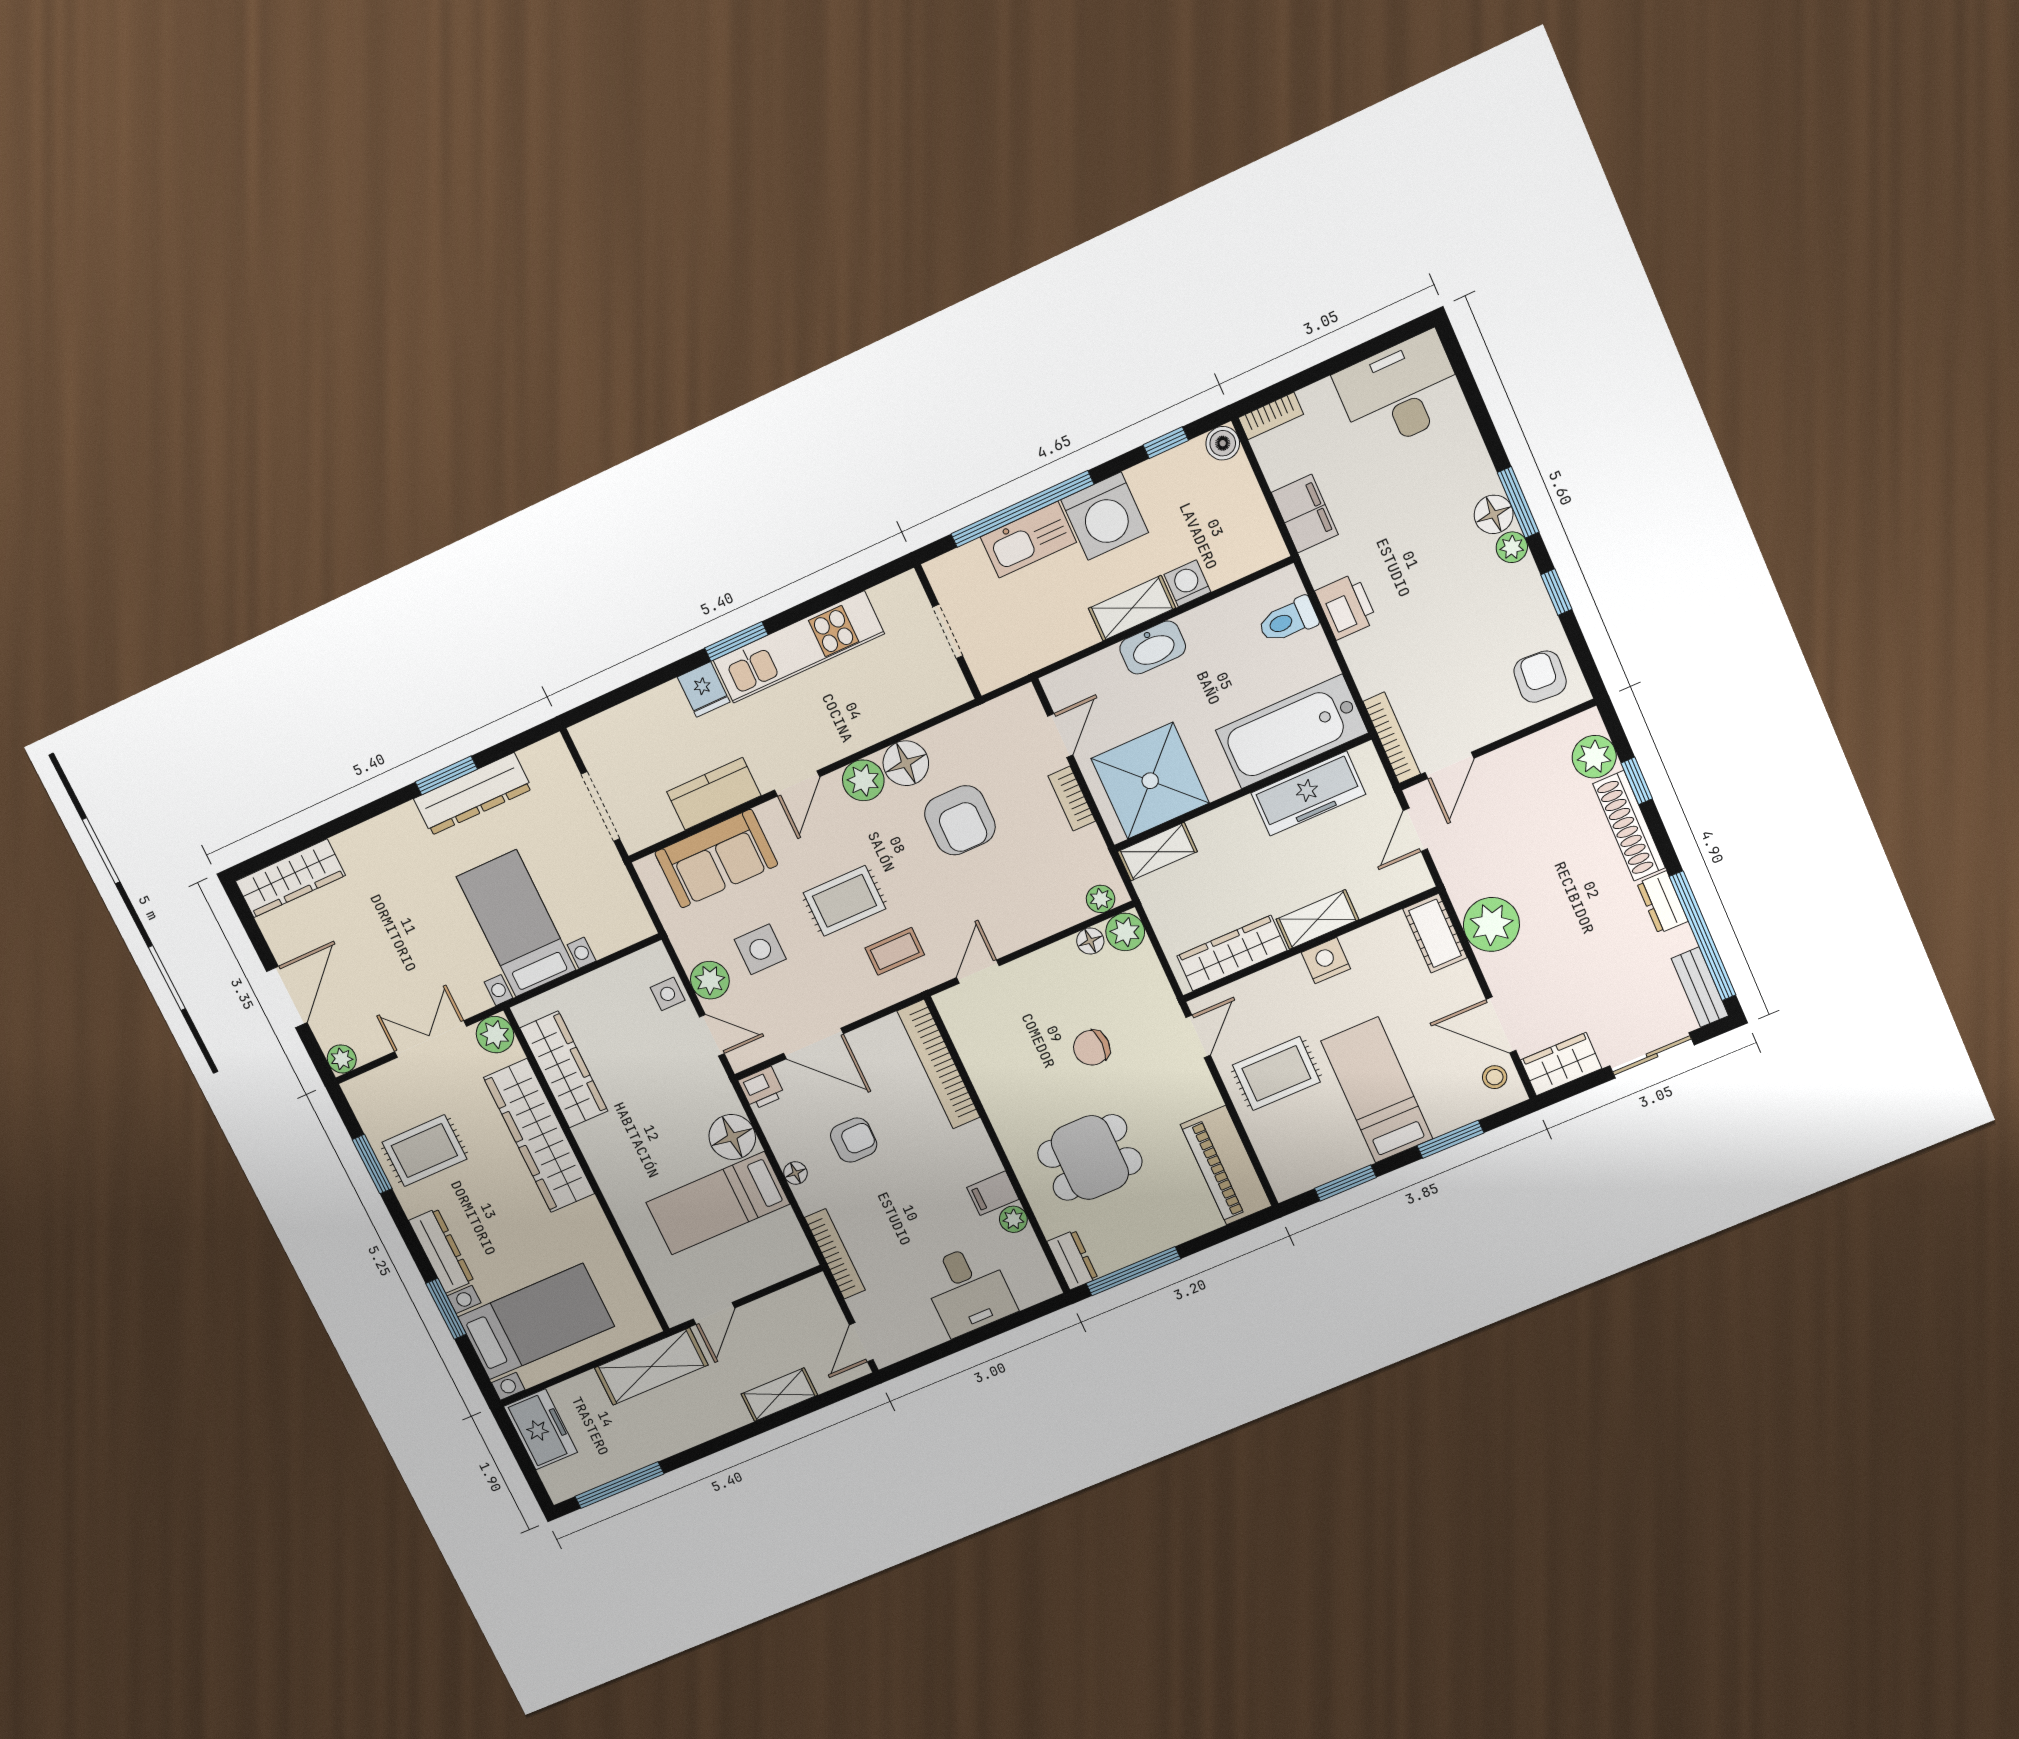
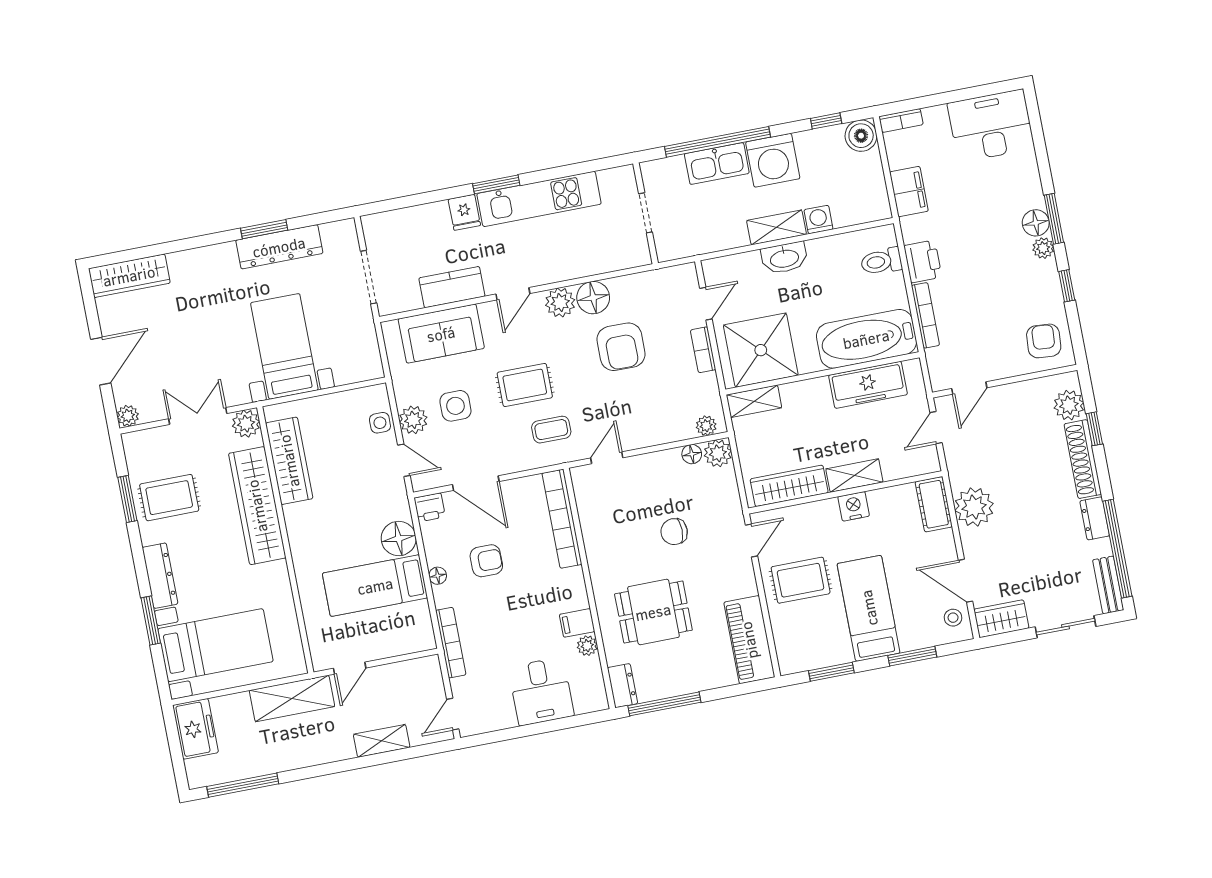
boiler: (1223, 443) -> (861, 136), width x1.36, depth x1.36
bookcase: (1392, 738) -> (925, 315), moved

